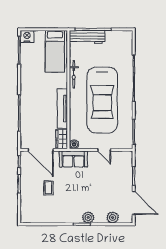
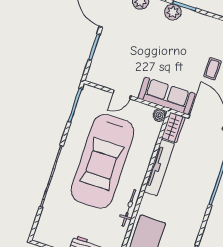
car: (102, 100) -> (103, 161), turned 180
door: (104, 150) -> (122, 94), swing flipped
sofa: (73, 159) -> (167, 96), width x1.36

